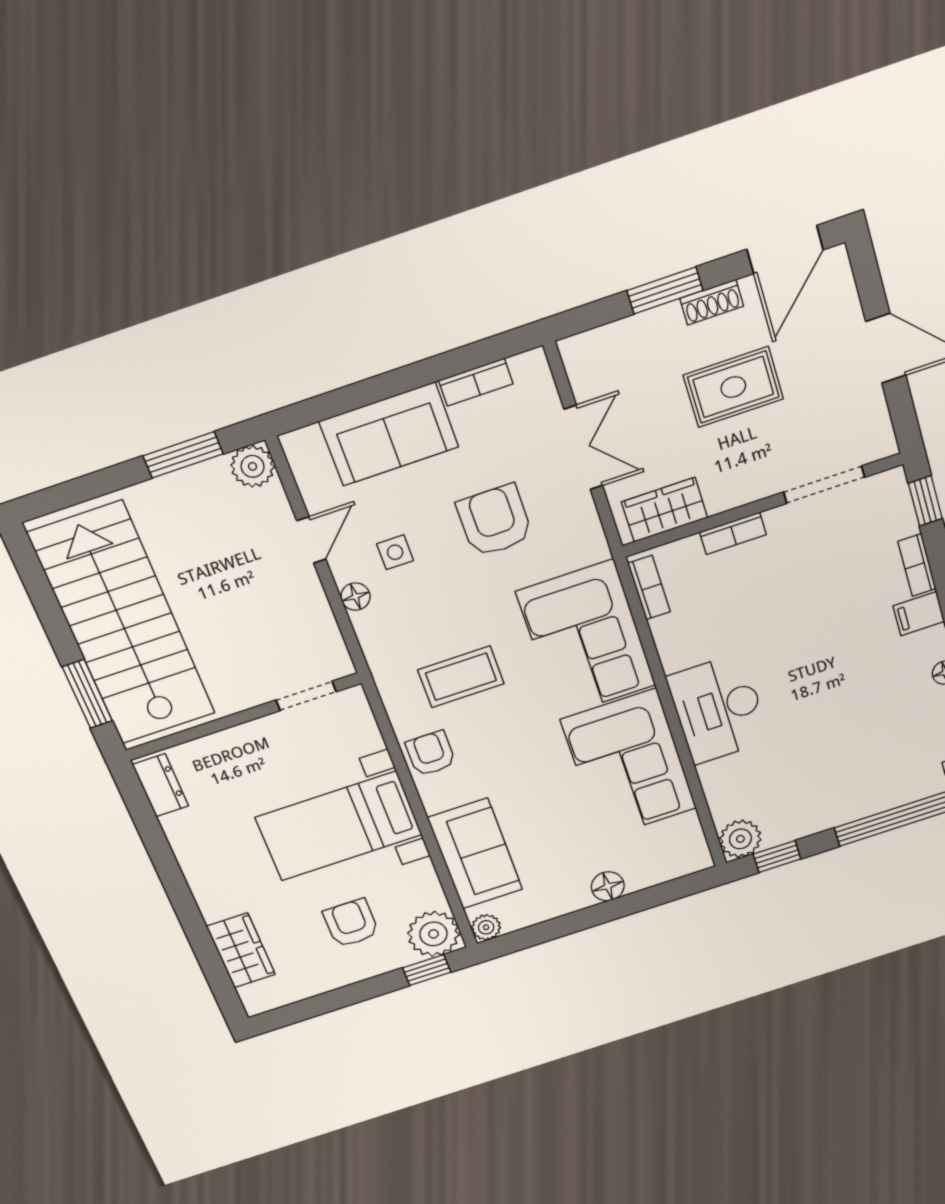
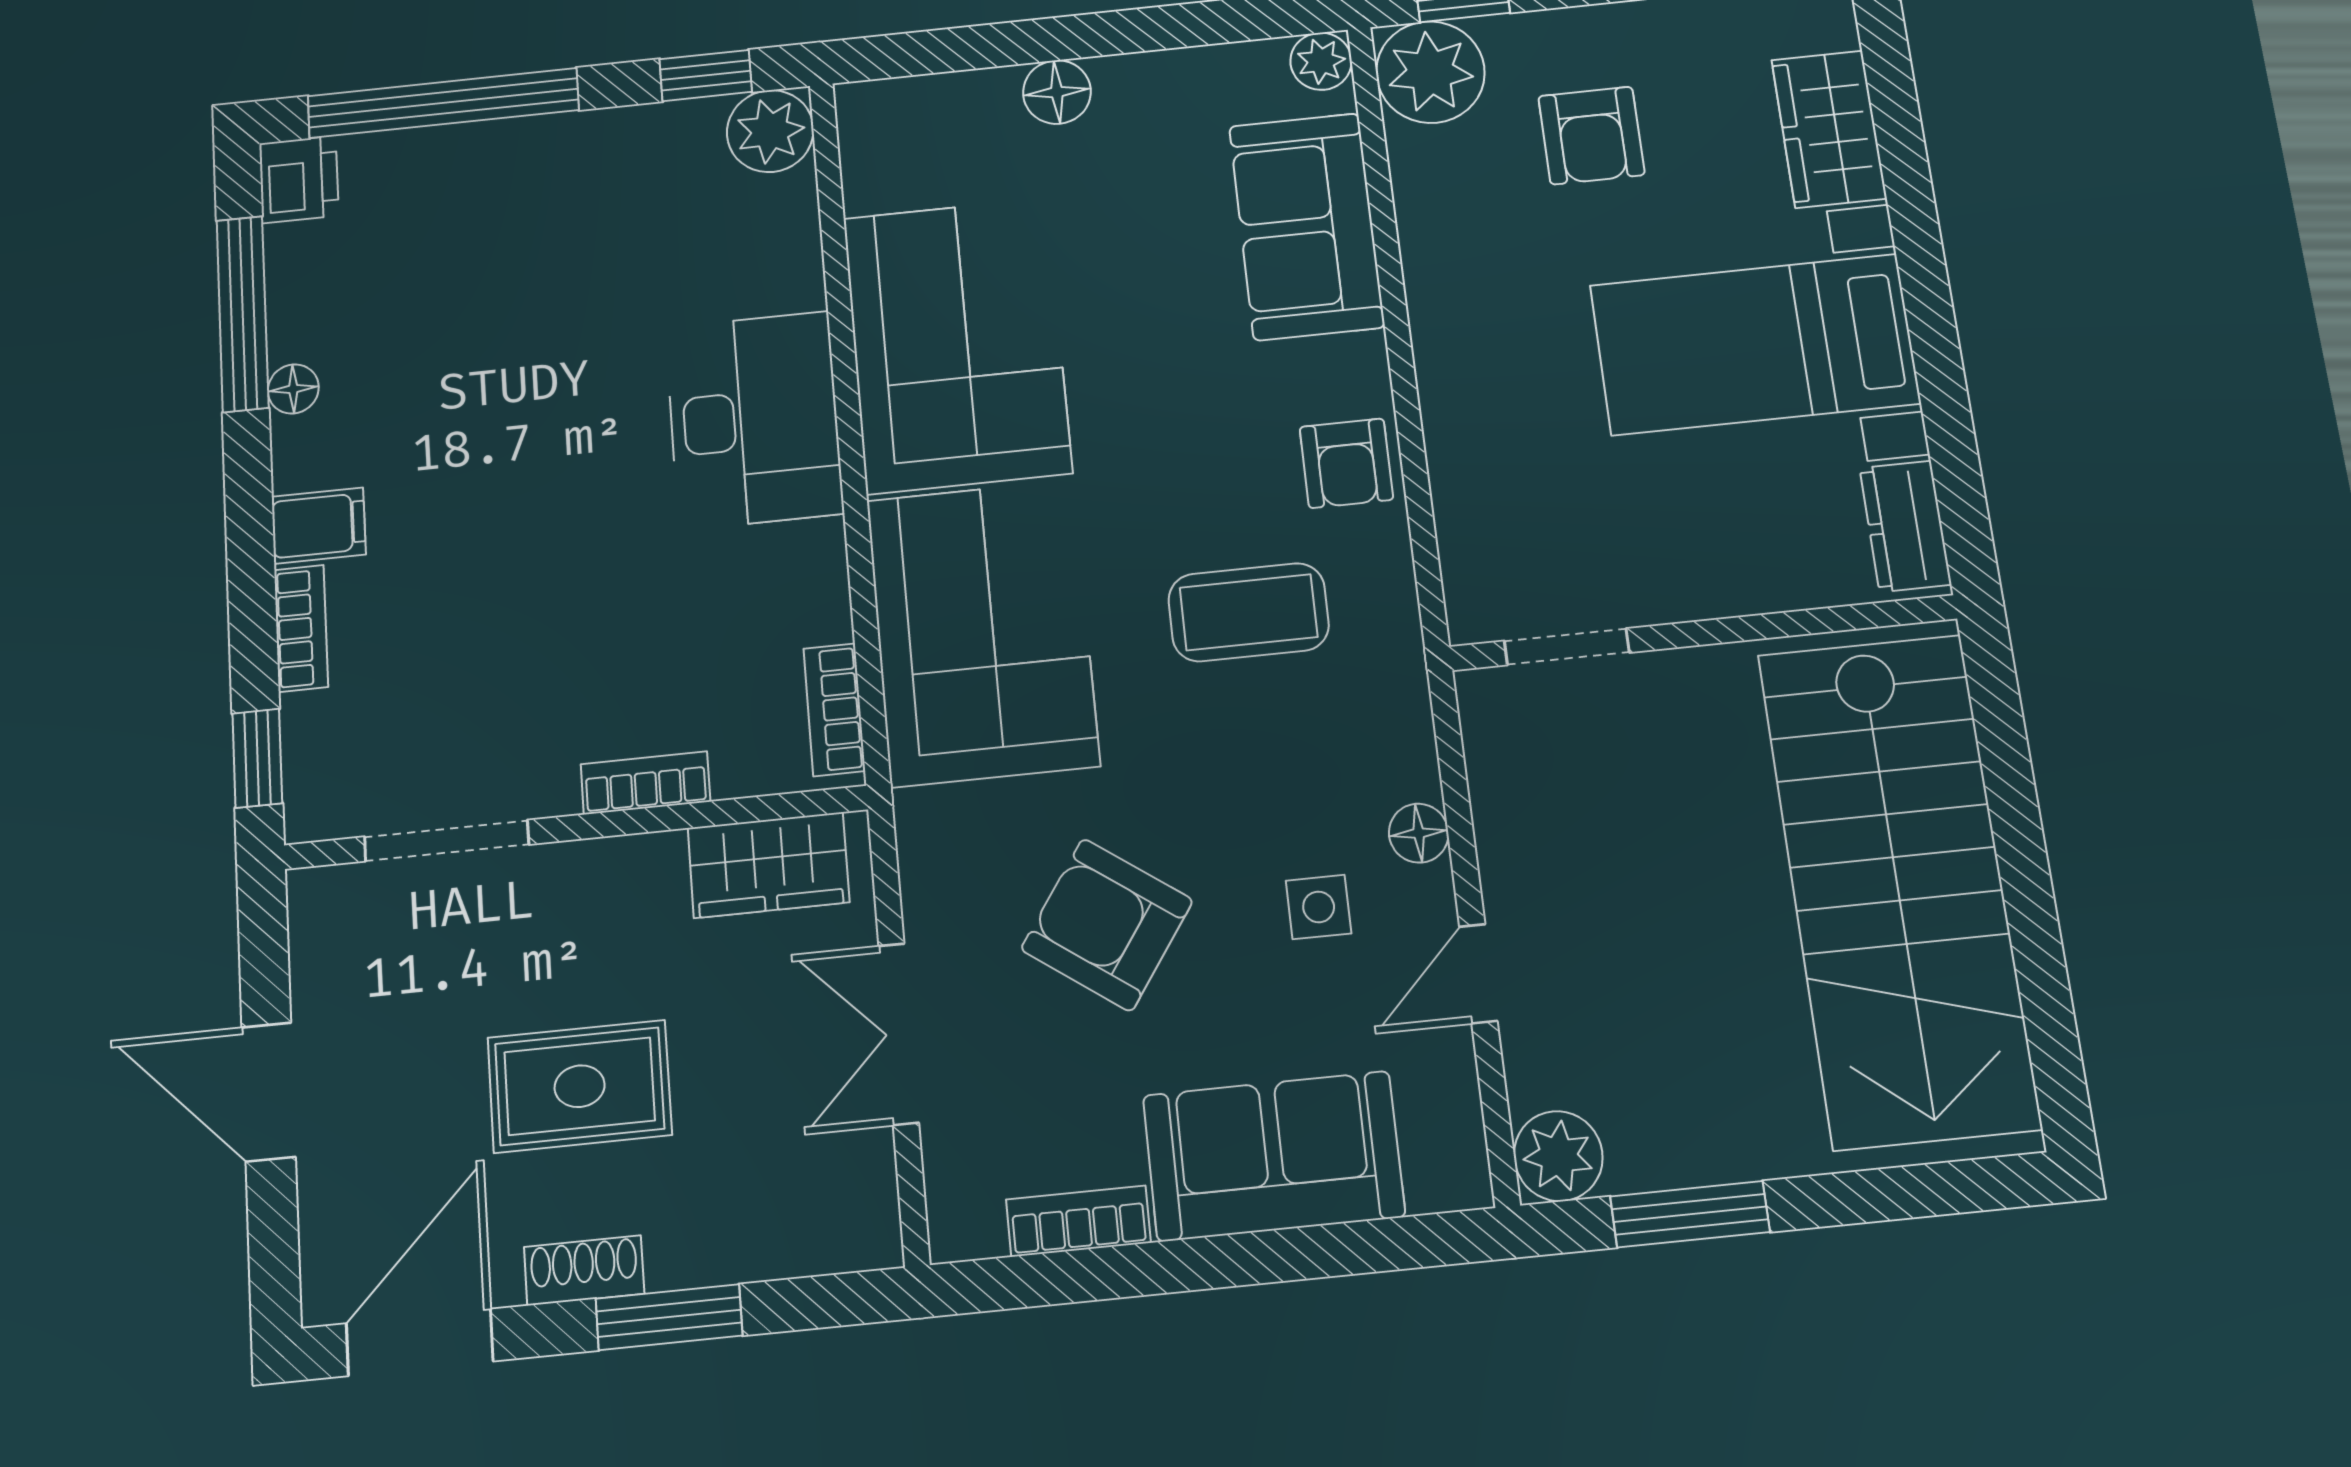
armchair: (495, 521) -> (1107, 925), turned 125
window: (87, 694) -> (2005, 758), removed
bed with nightstands: (339, 826) -> (1755, 344), moved, turned 180

